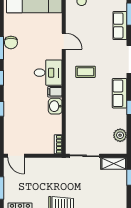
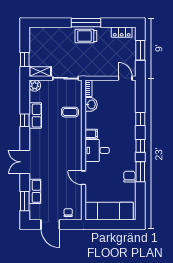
coffee table: (86, 72) -> (70, 112), moved
row of seats: (120, 93) -> (35, 116), moved
washbasin: (55, 106) -> (91, 104), moved
plant: (120, 135) -> (35, 86), moved

